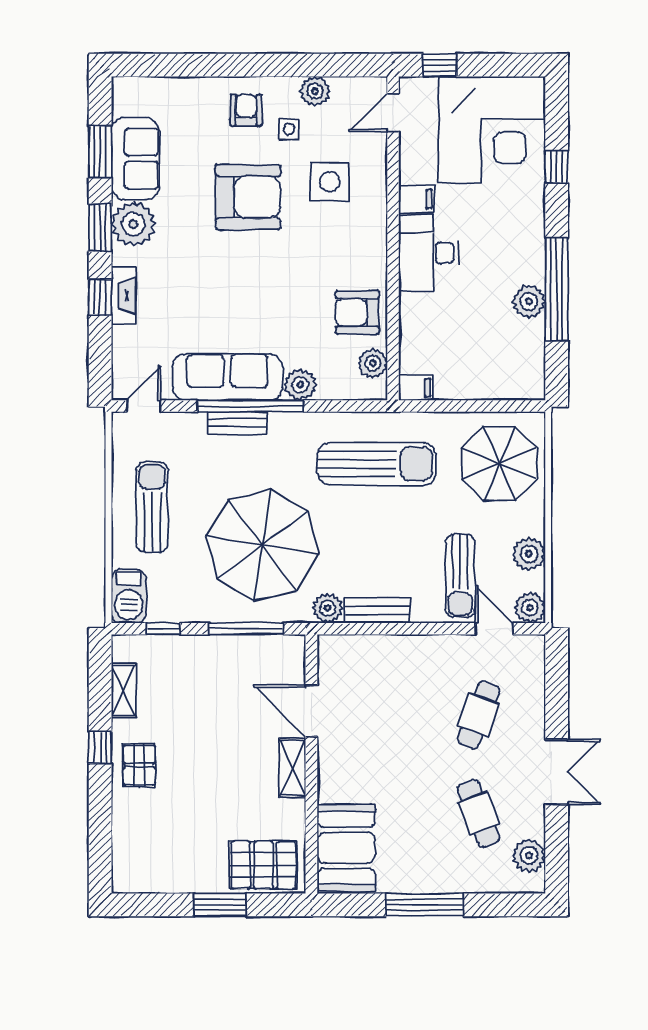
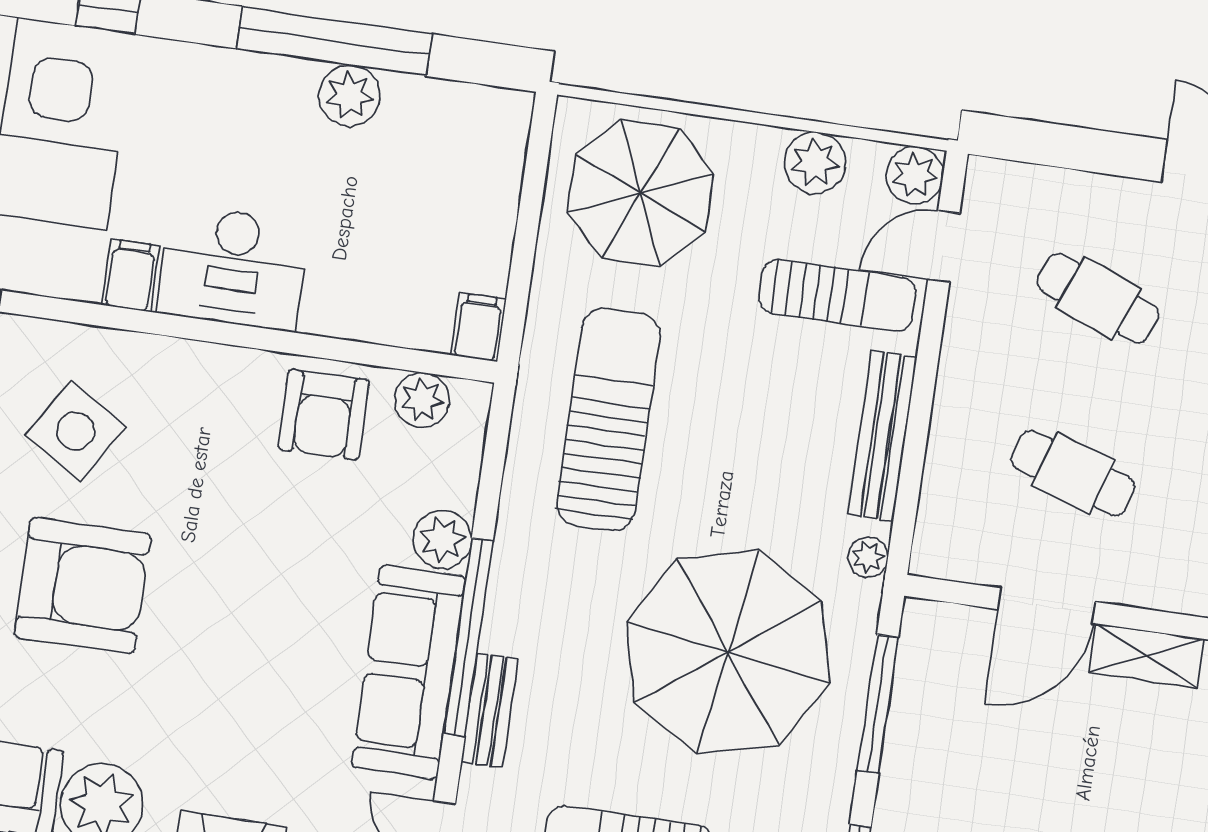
side table: (330, 182) -> (76, 431), turned 32
armchair: (248, 197) -> (82, 586), turned 90
bench: (237, 423) -> (490, 710), moved
plant: (327, 608) -> (868, 557), width x0.73, depth x0.73
bench: (377, 611) -> (882, 436), width x1.36
cafe table: (384, 715) -> (1073, 473), added

